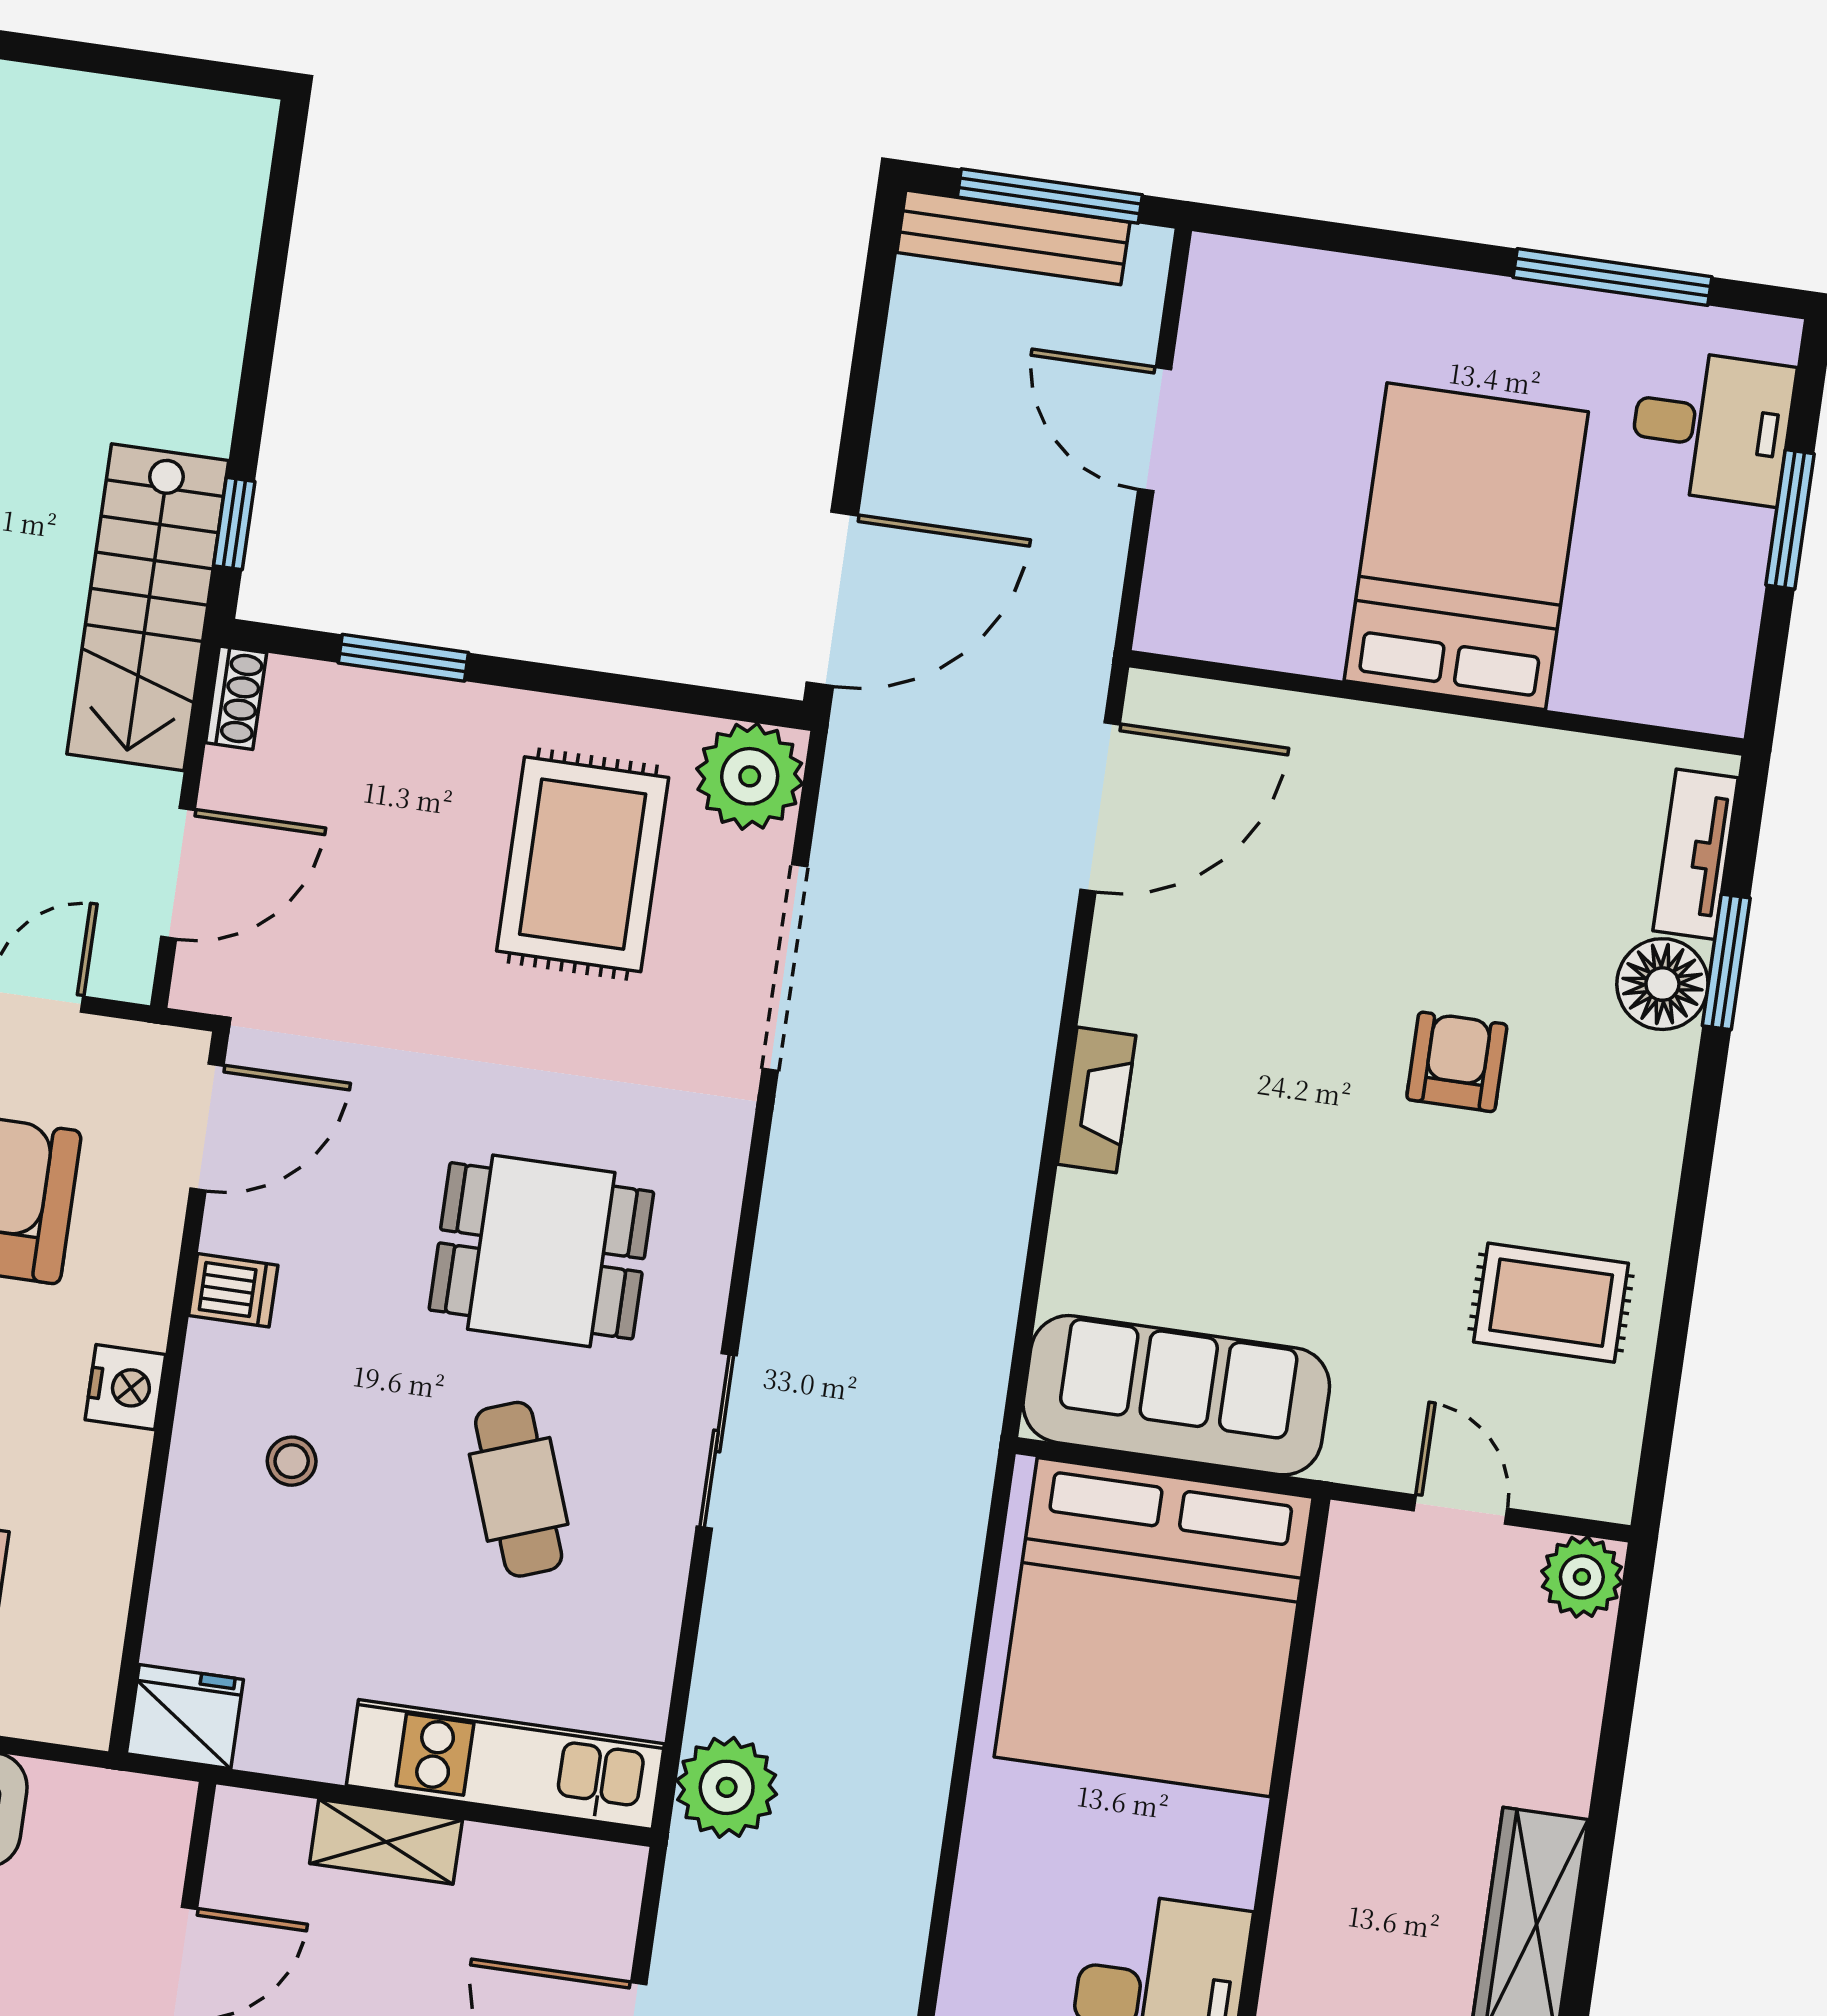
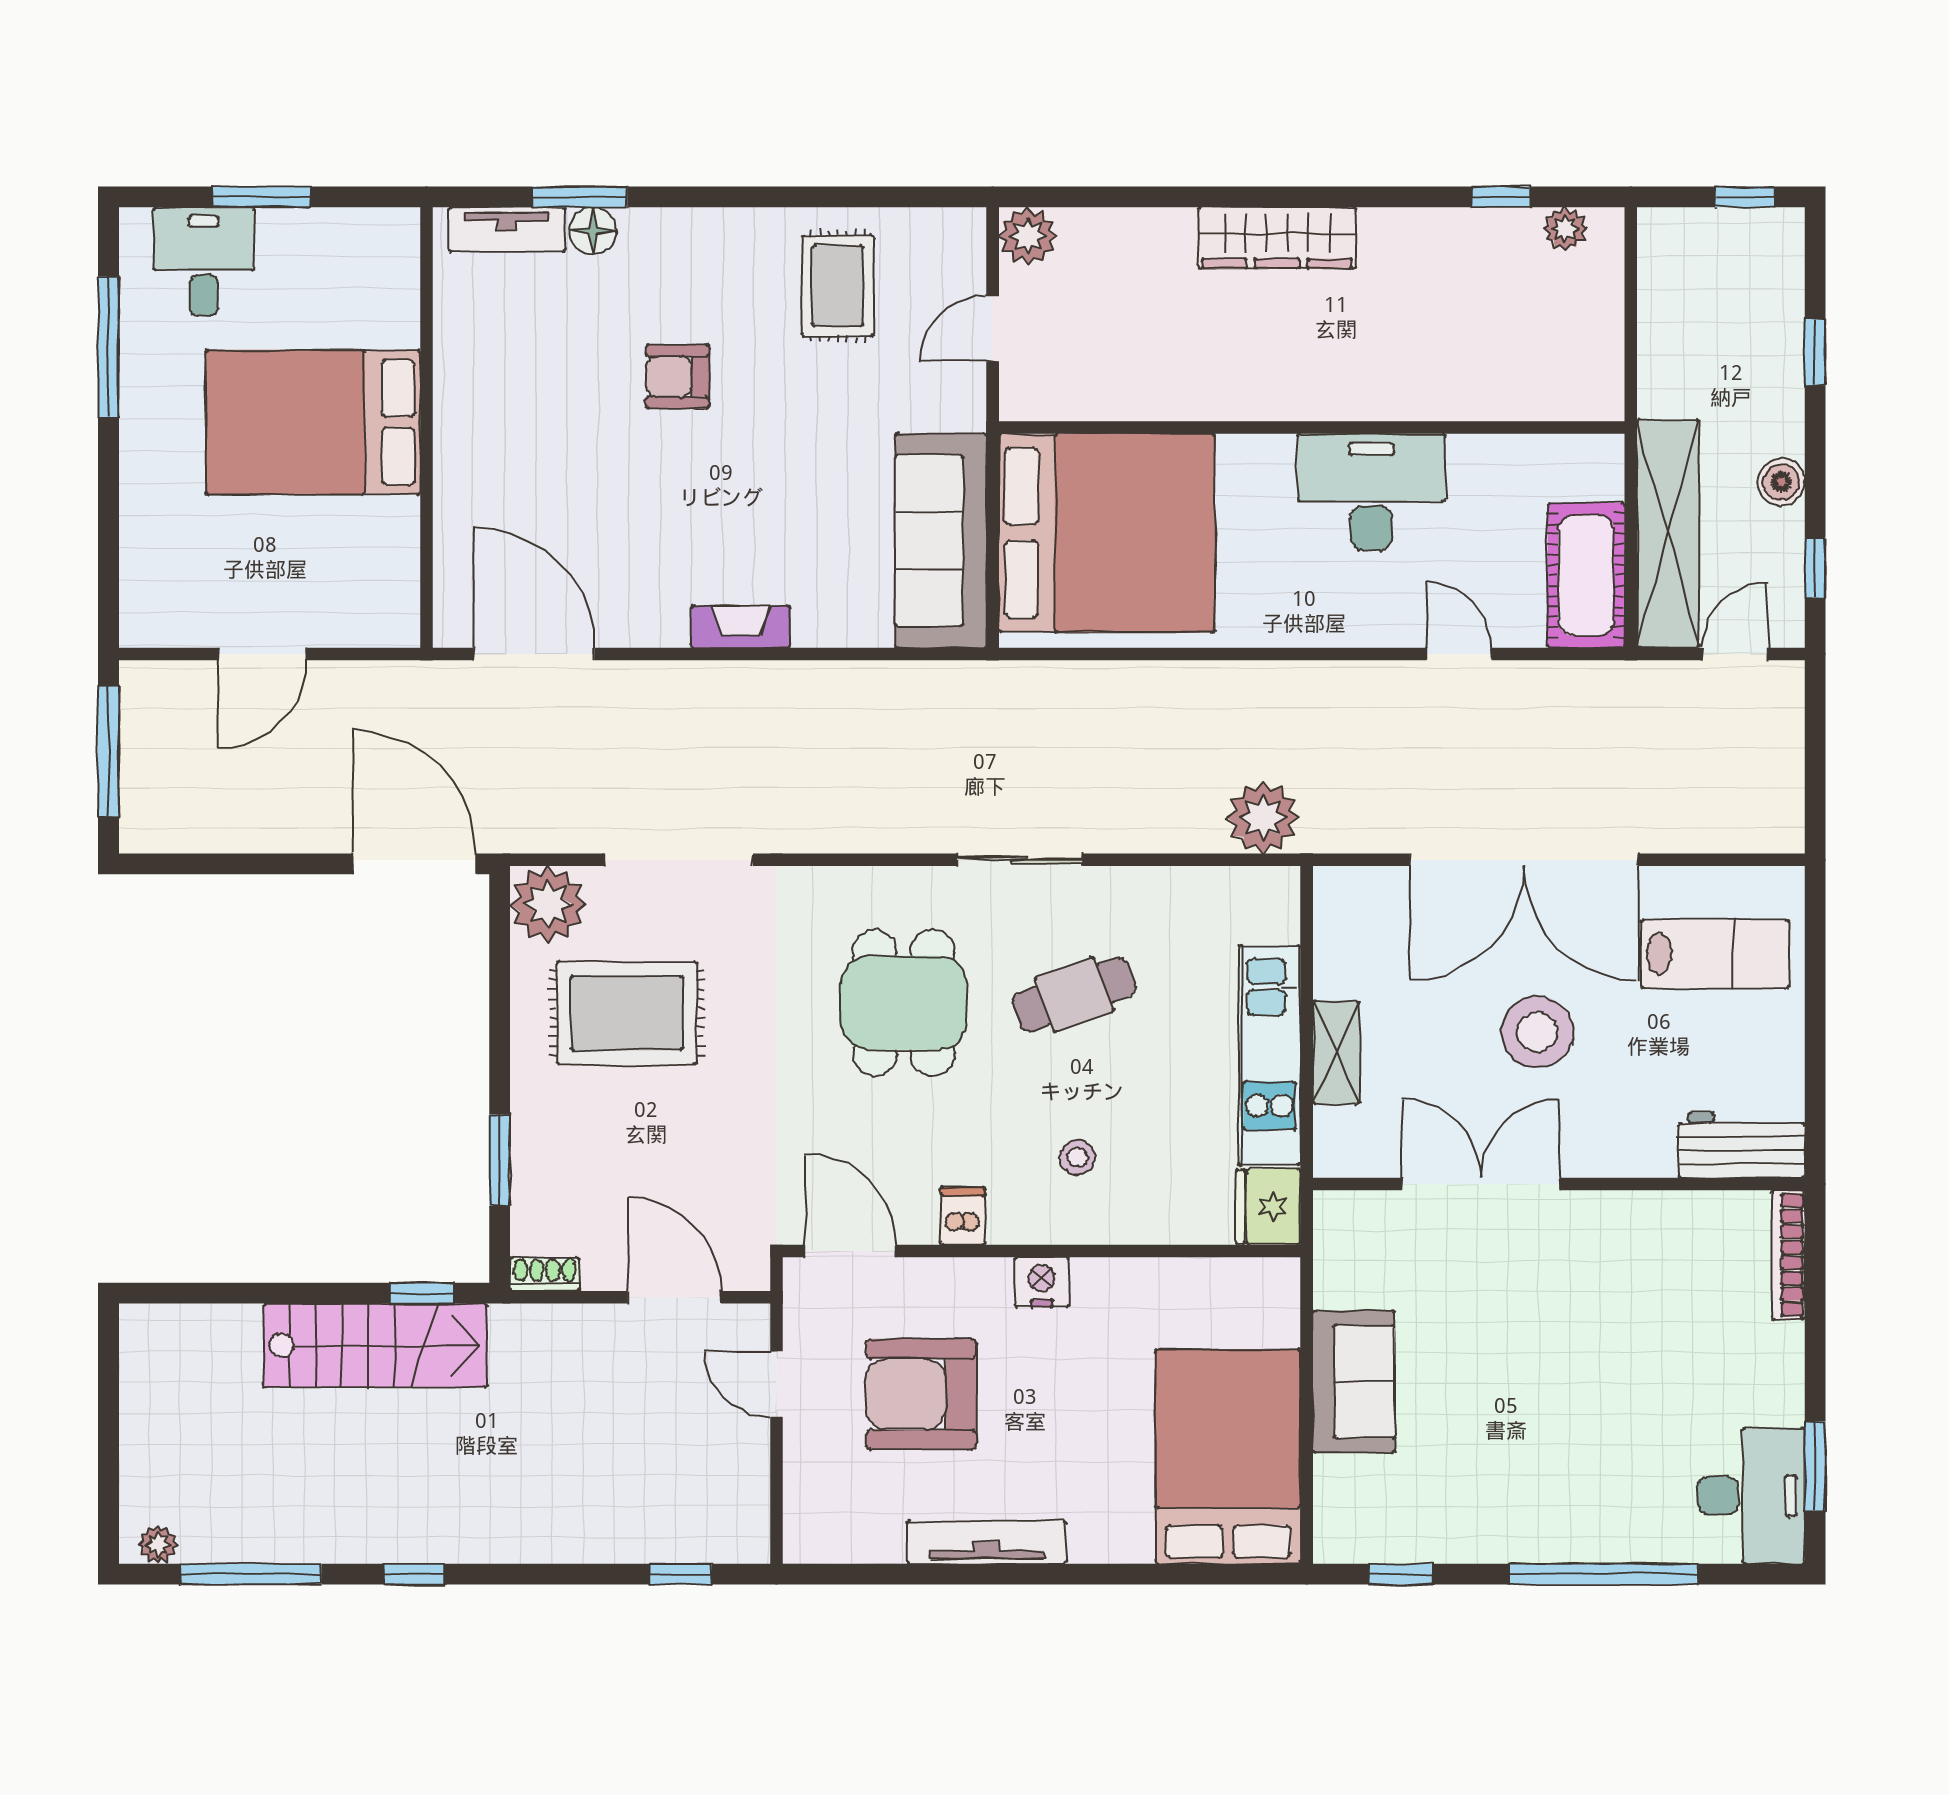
bench: (1013, 237) -> (141, 773), removed
stairs: (148, 607) -> (375, 1346), moved
floor lamp: (1662, 984) -> (593, 231), width x0.73, depth x0.73
kitchen unit: (505, 1765) -> (1269, 1055), moved

